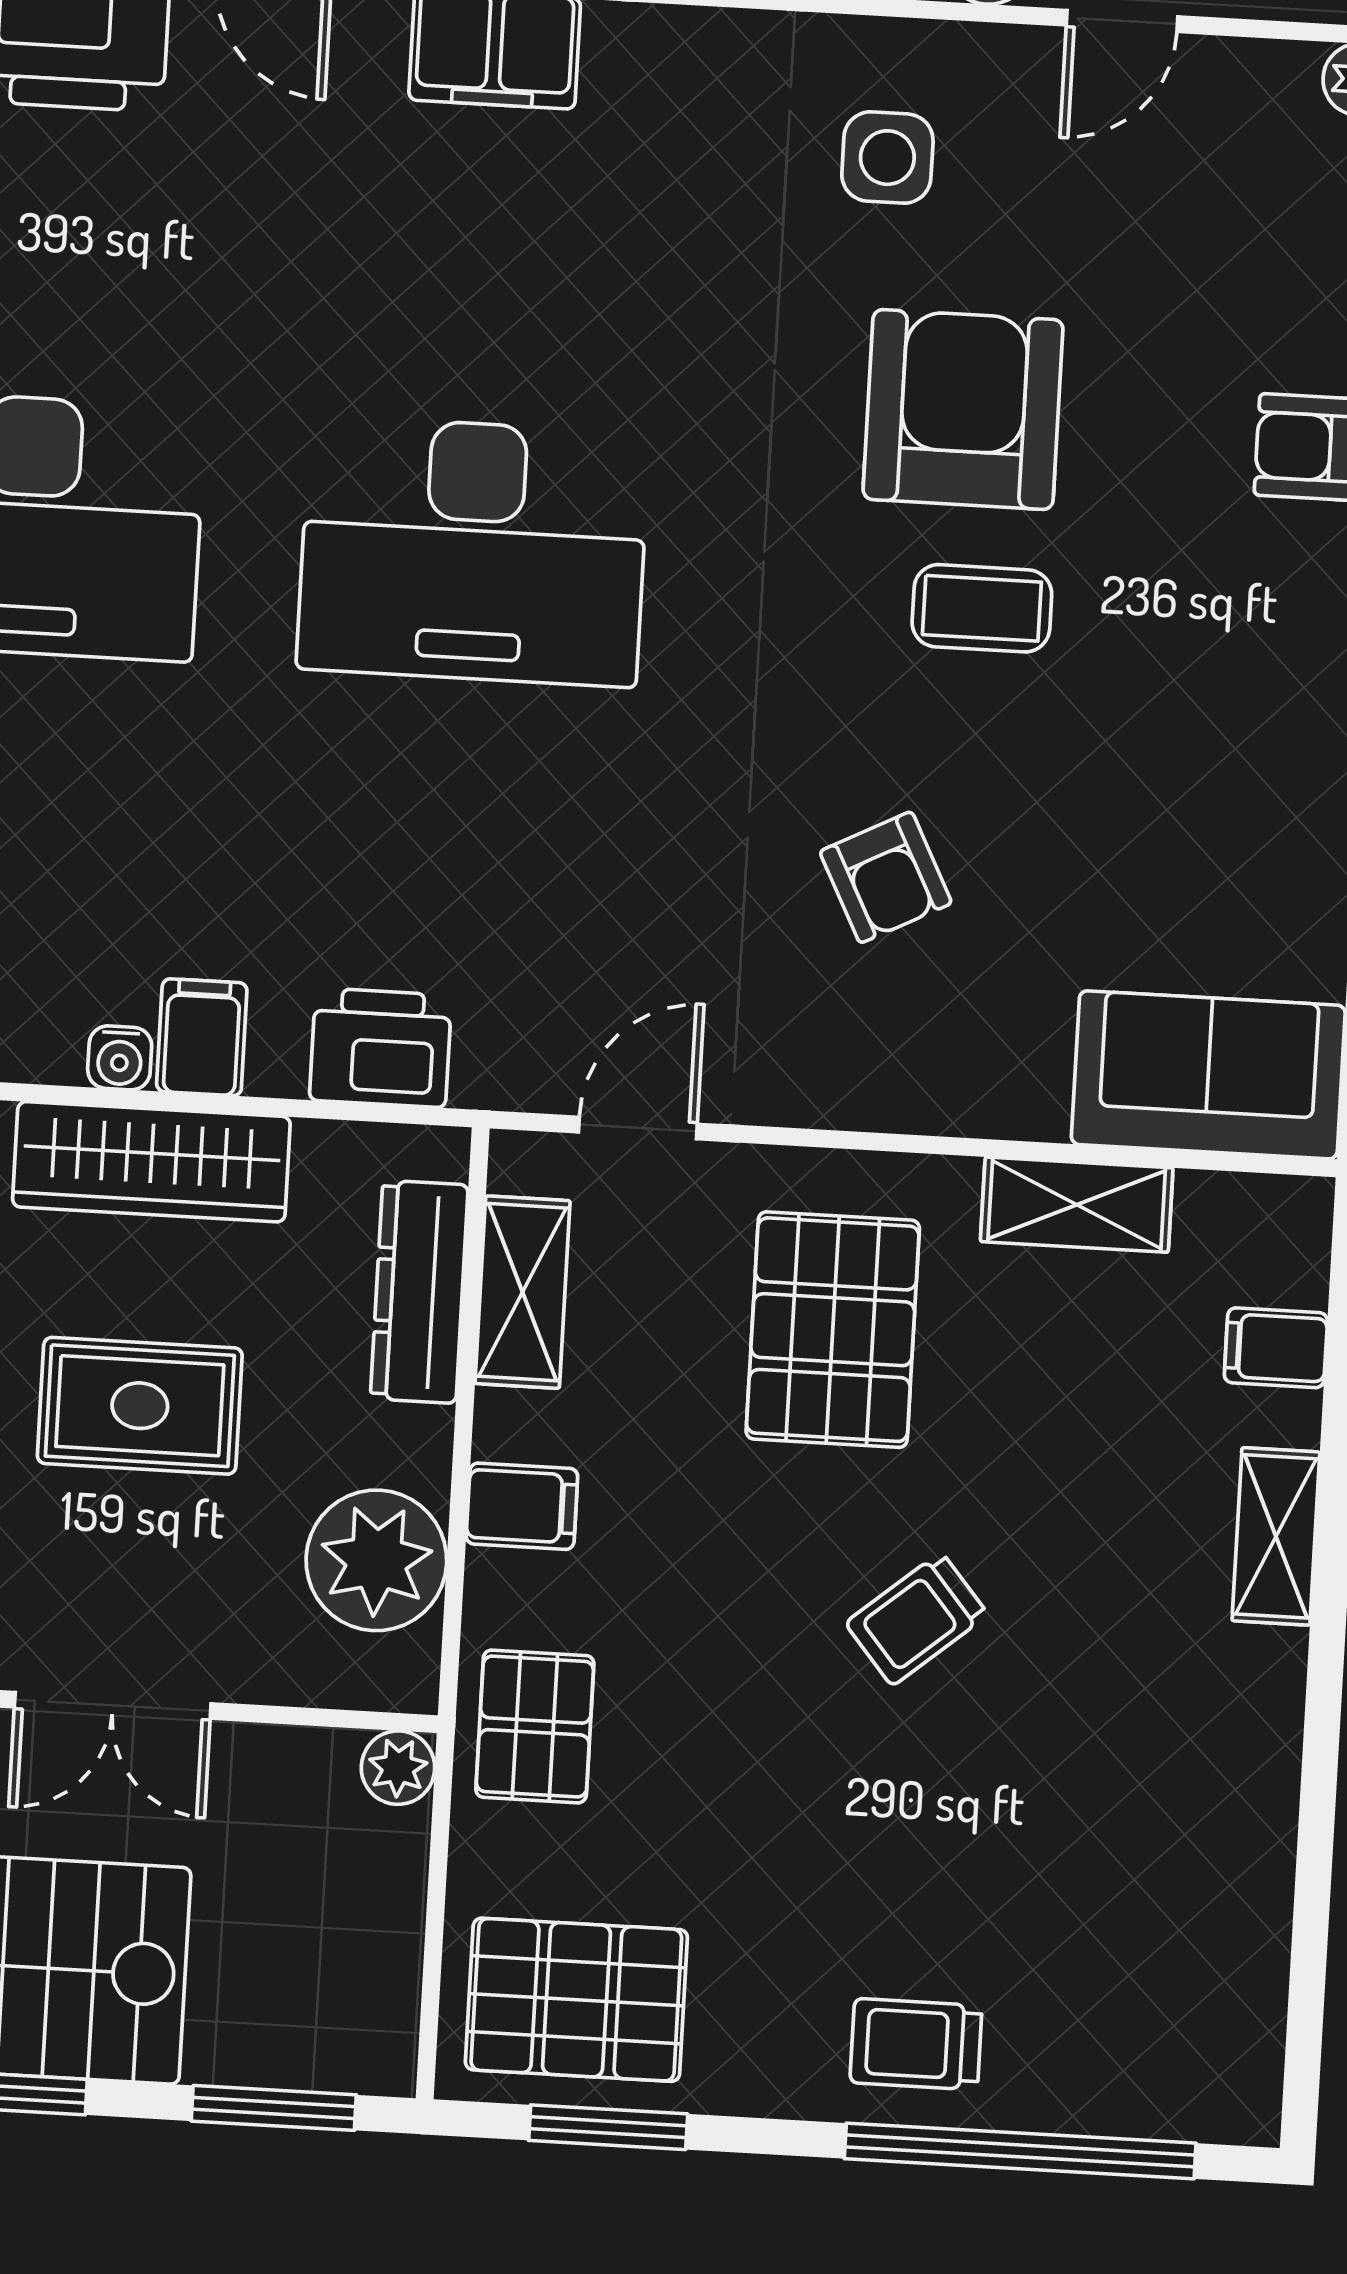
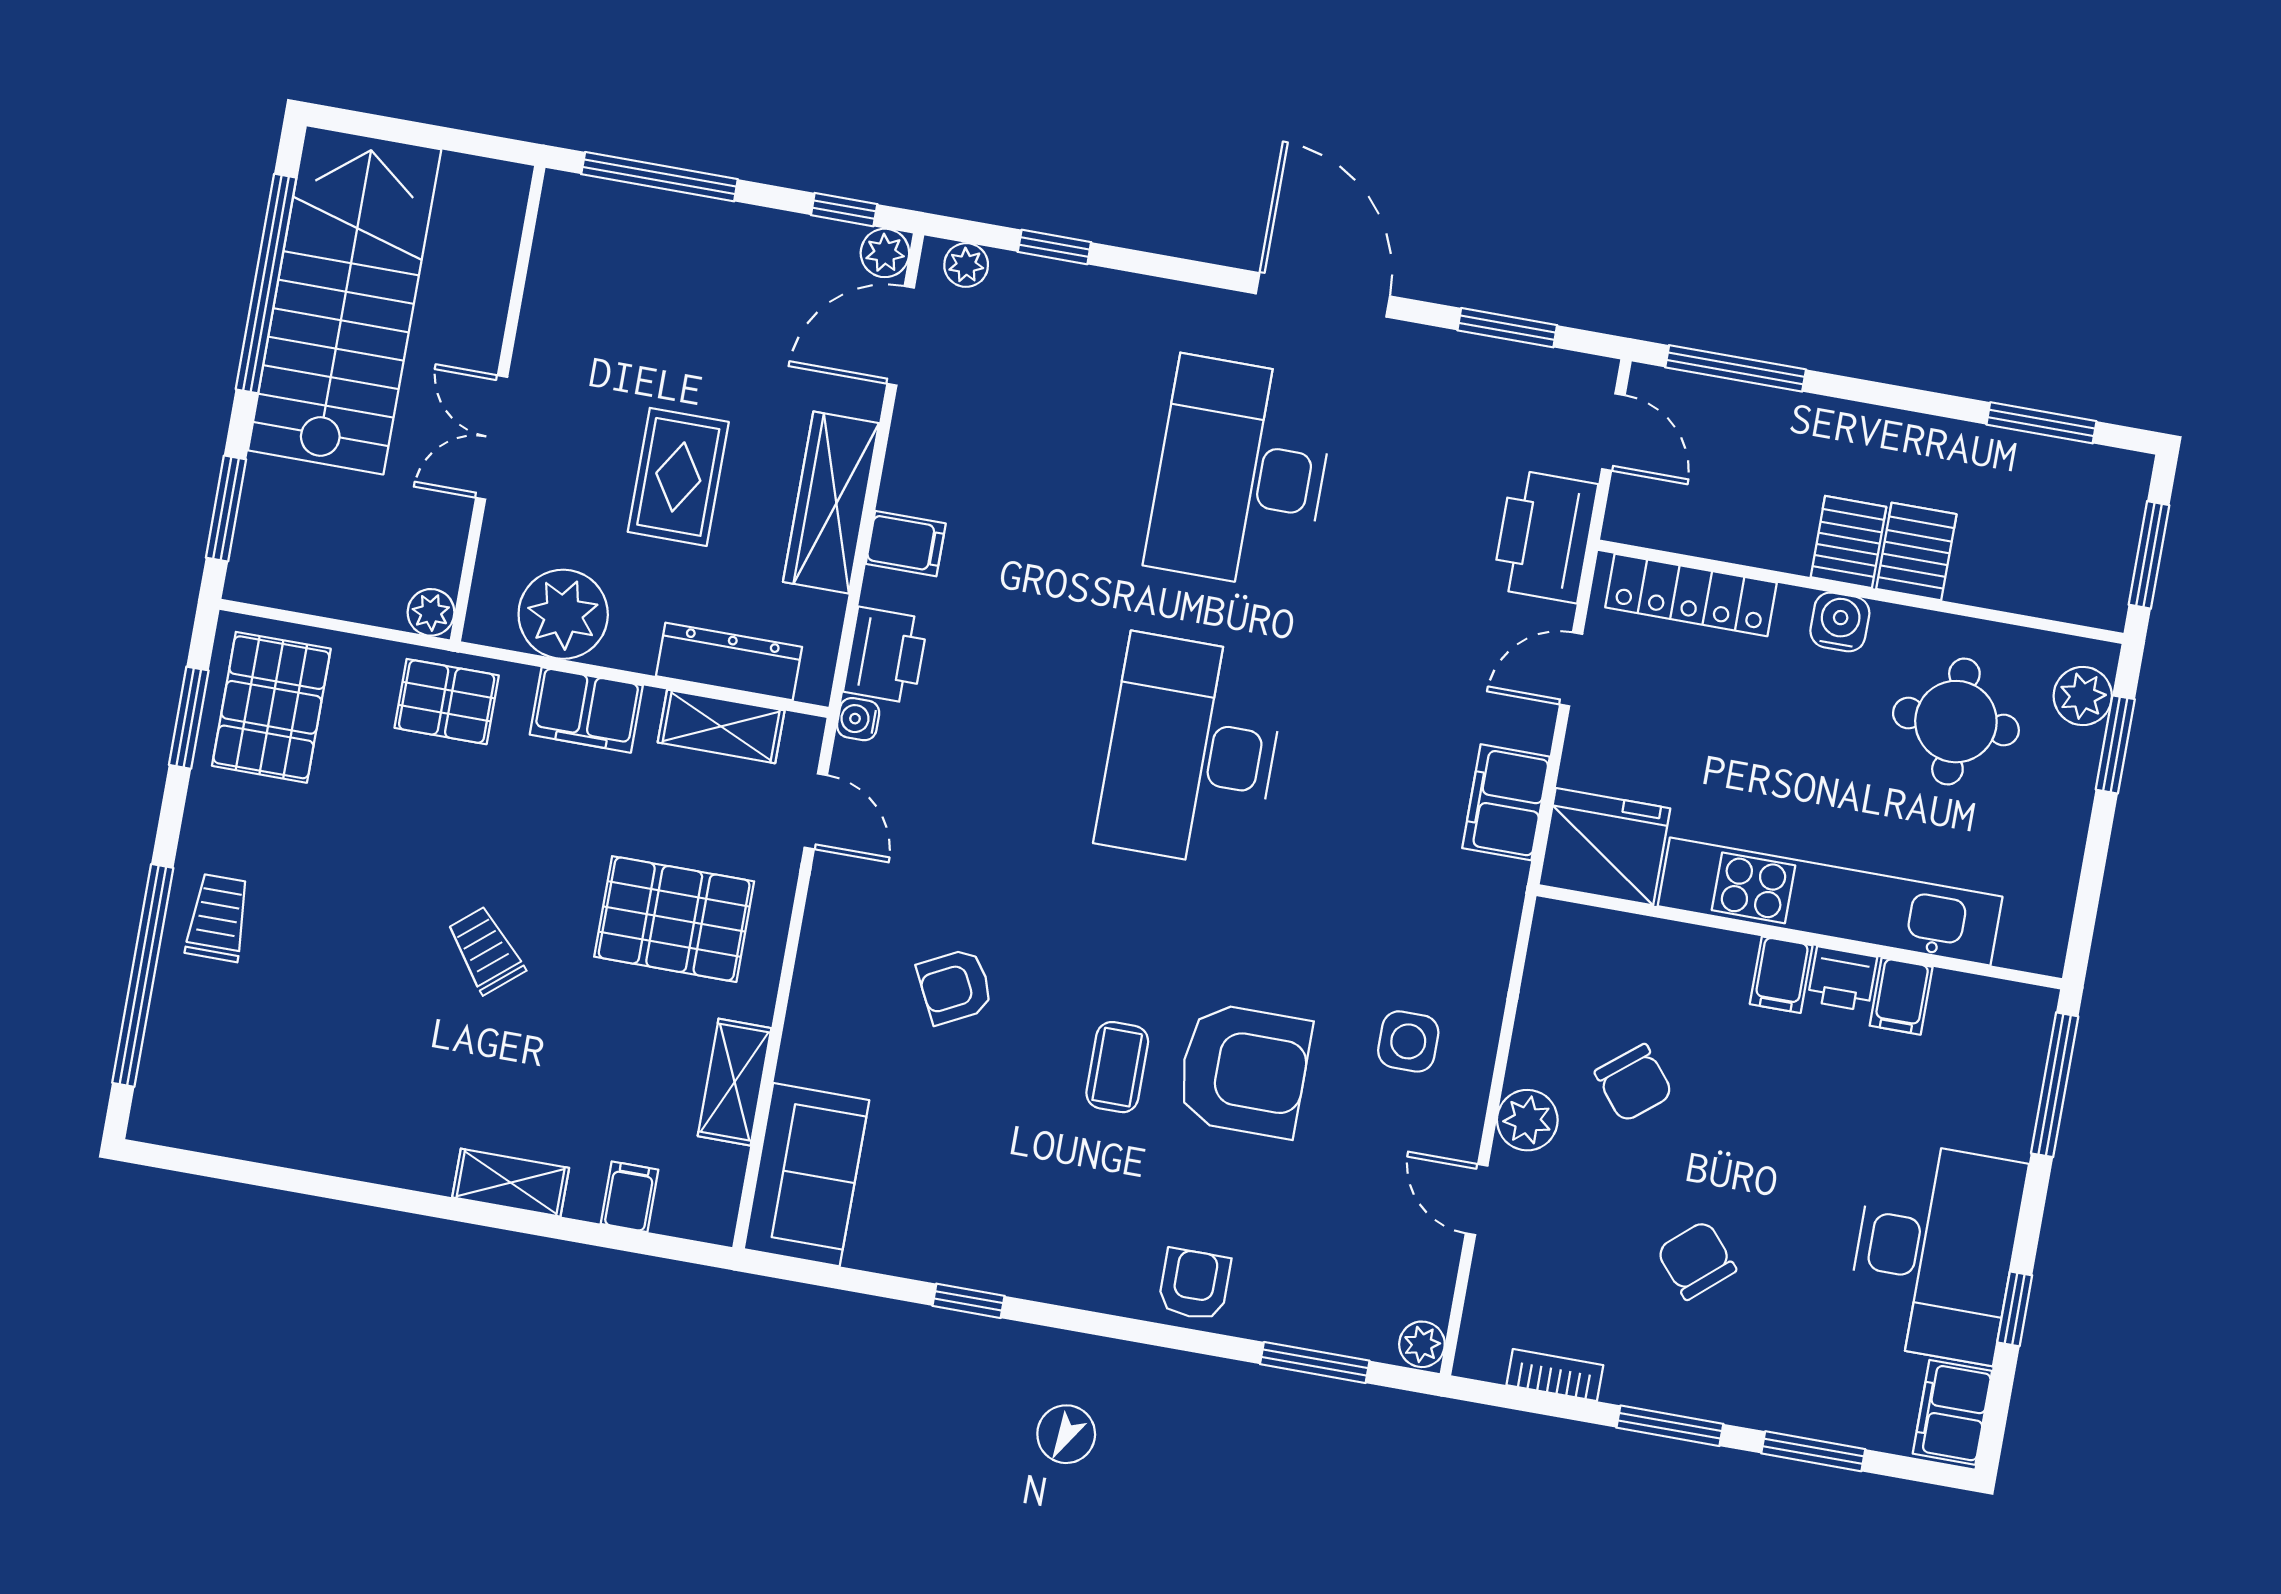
water cooler: (120, 1058) -> (858, 719), moved
filing cabinet: (522, 1506) -> (586, 710), width x2.00

